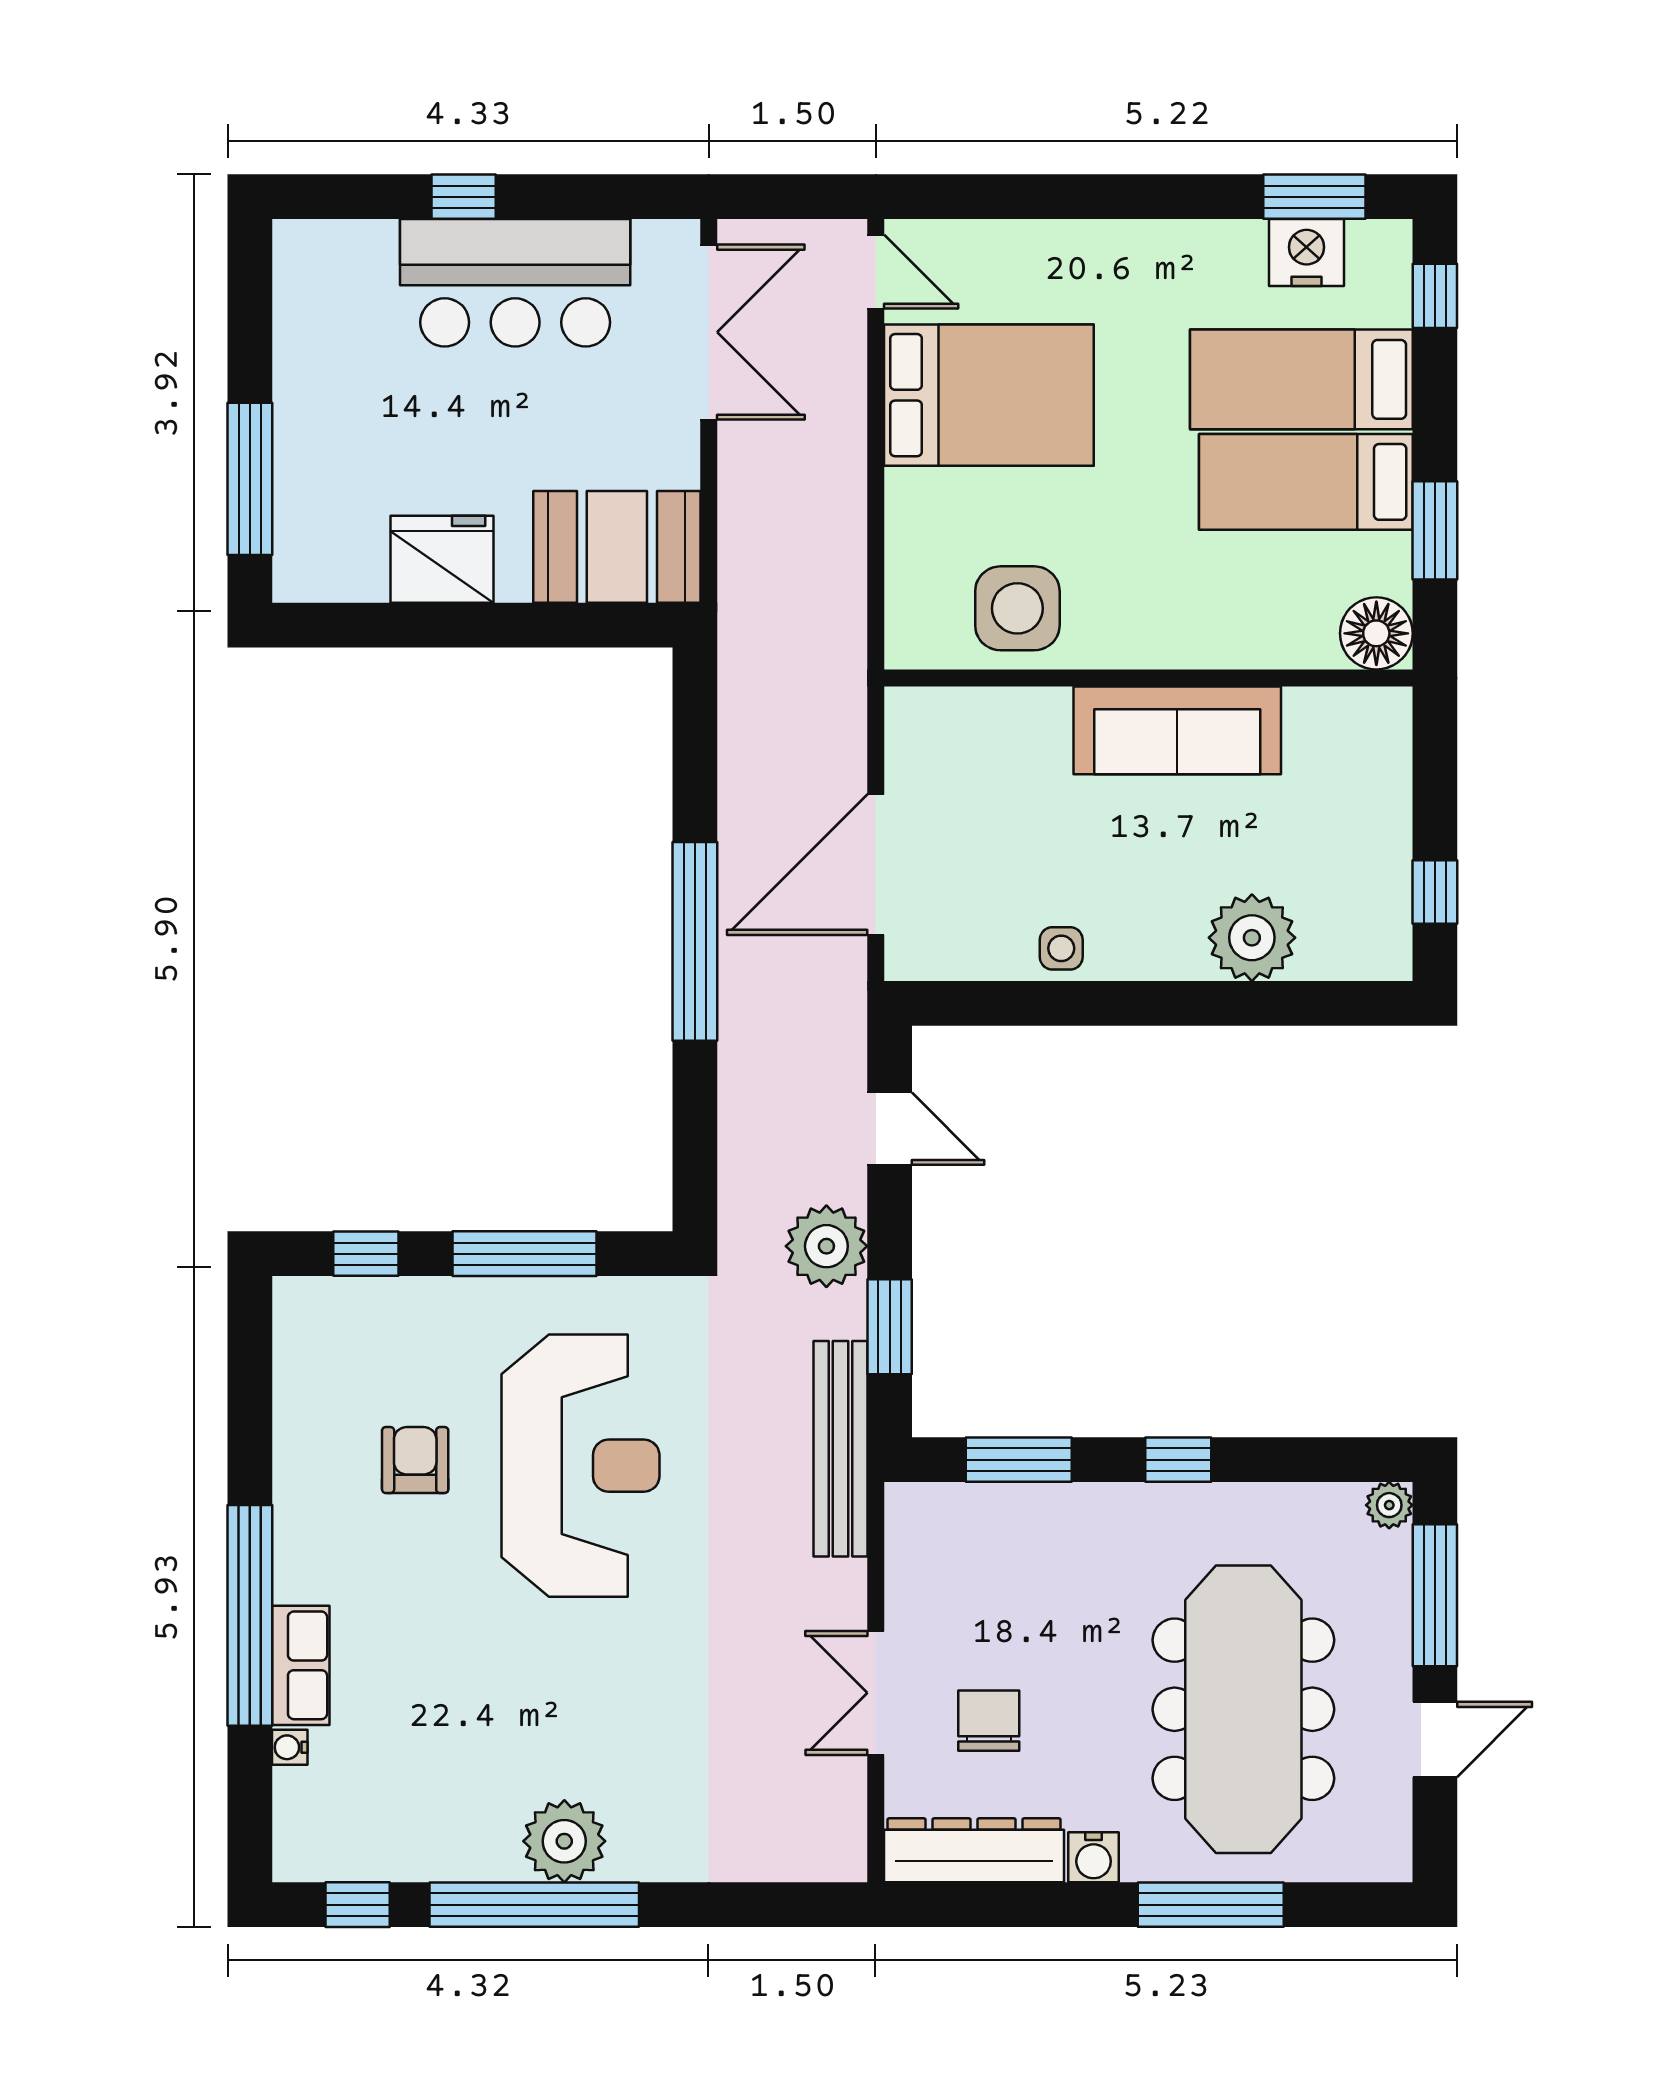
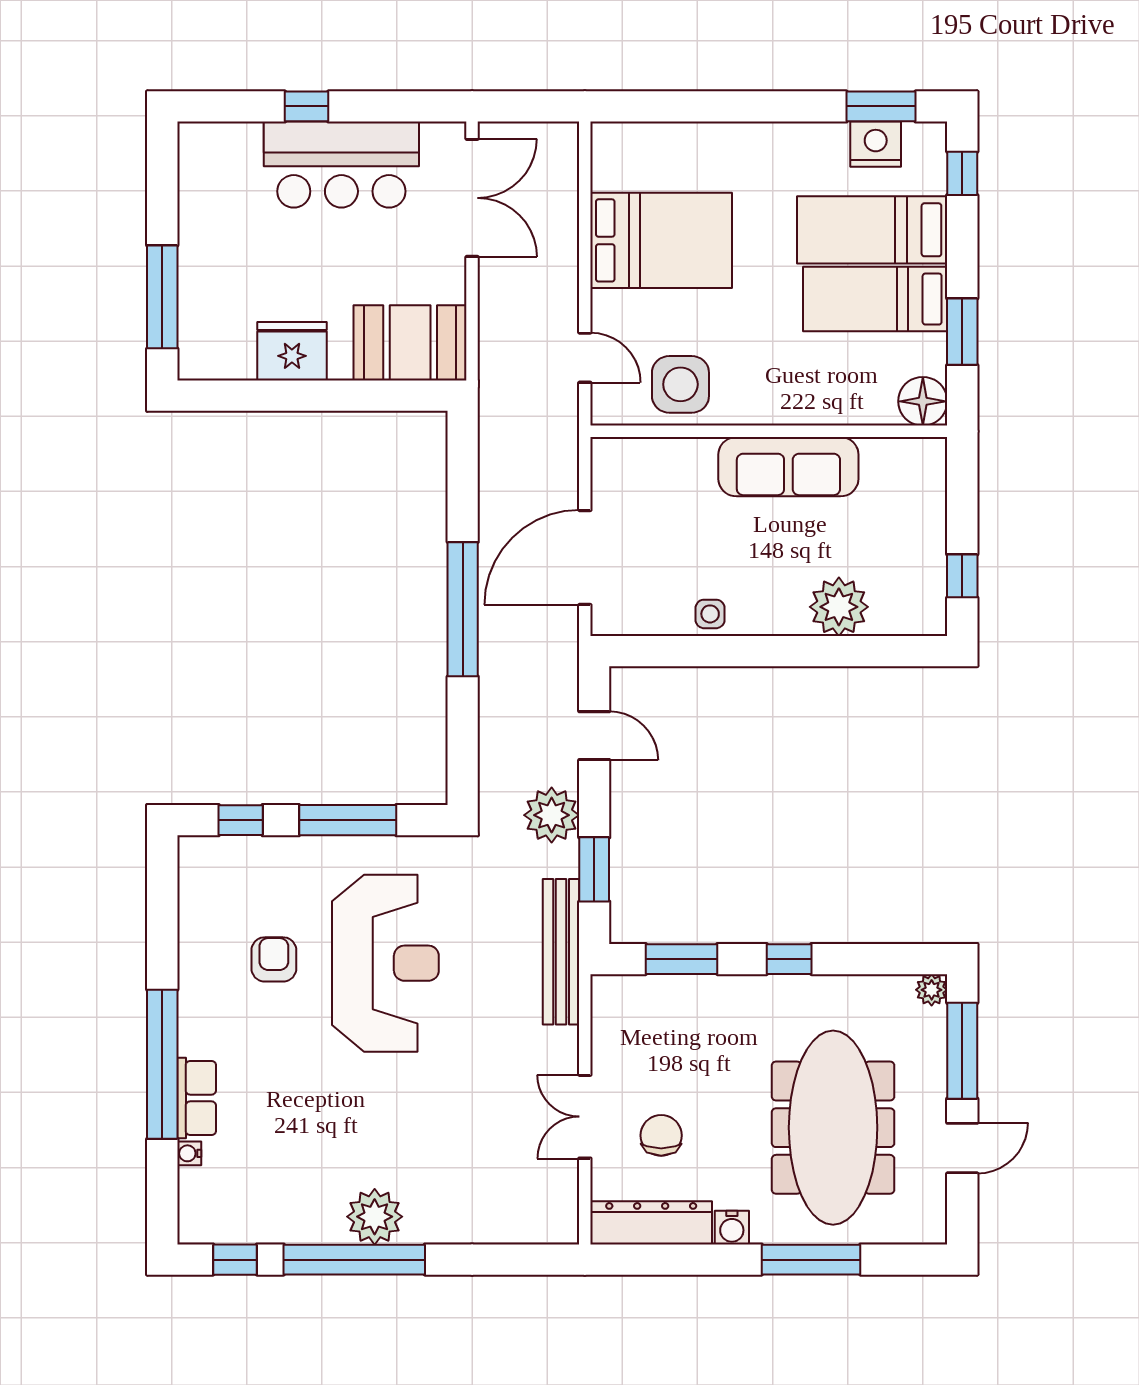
door: (876, 272) -> (585, 358), moved

